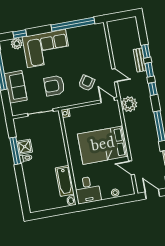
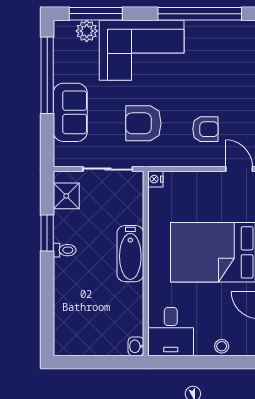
window: (20, 34) -> (96, 14), width x2.17
armchair: (87, 83) -> (205, 129), turned 56
shower: (25, 147) -> (66, 196), moved
window: (15, 151) -> (47, 233), width x0.69
bathtub: (65, 181) -> (130, 254), moved

